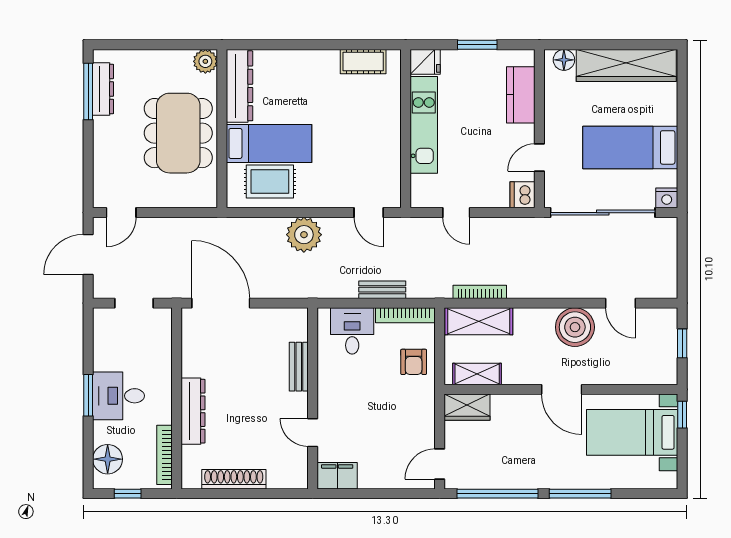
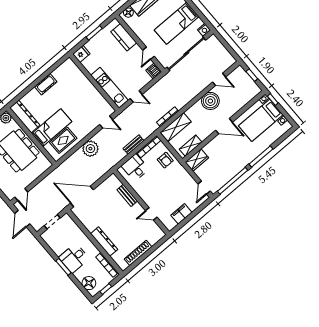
cot: (363, 62) -> (46, 84), moved
kitchen unit: (424, 125) -> (109, 88), moved
filing cabinet: (337, 476) -> (181, 214), moved

